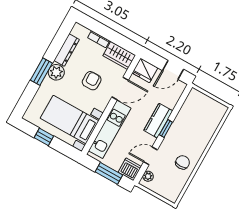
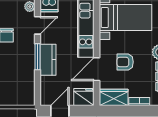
armchair: (92, 81) -> (125, 62), turned 90
window: (166, 128) -> (37, 57), width x1.50

